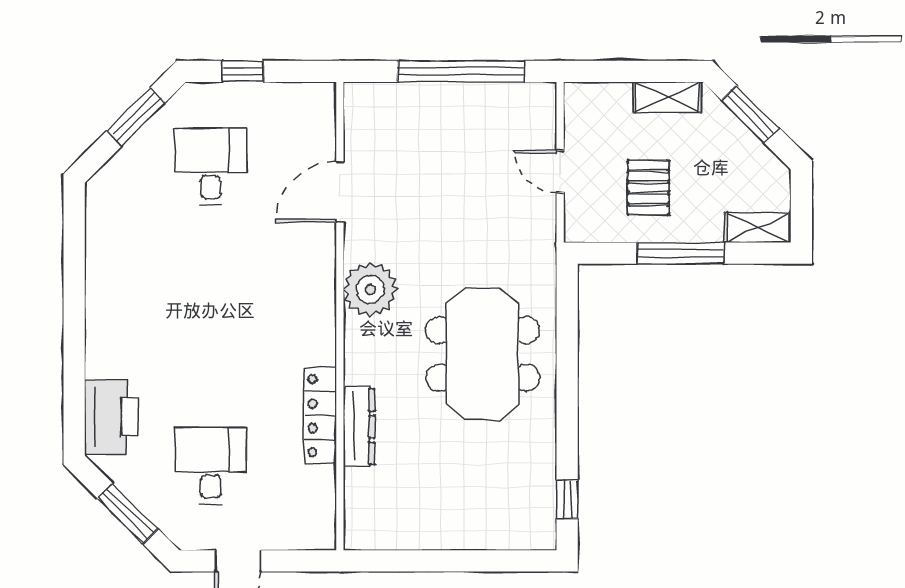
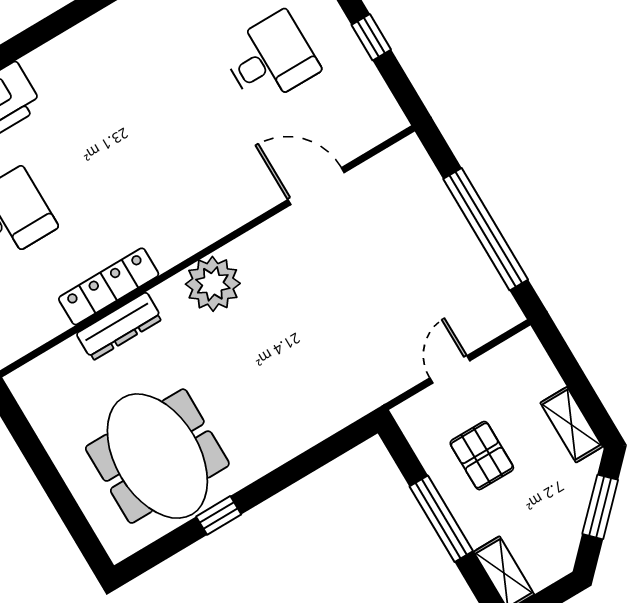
pallet: (648, 188) -> (482, 456), turned 90
plant: (370, 289) -> (213, 284), moved
meeting table: (483, 354) -> (157, 456), moved, turned 90
window: (567, 500) -> (219, 515), moved

